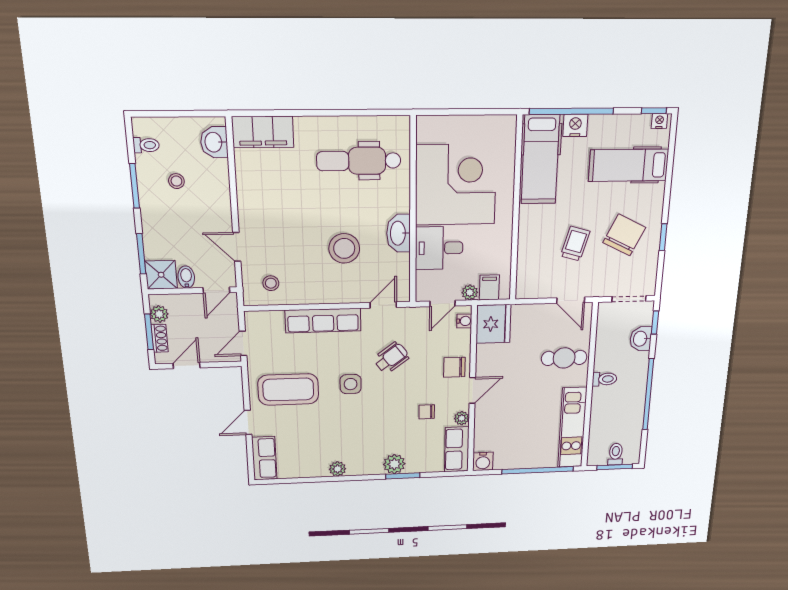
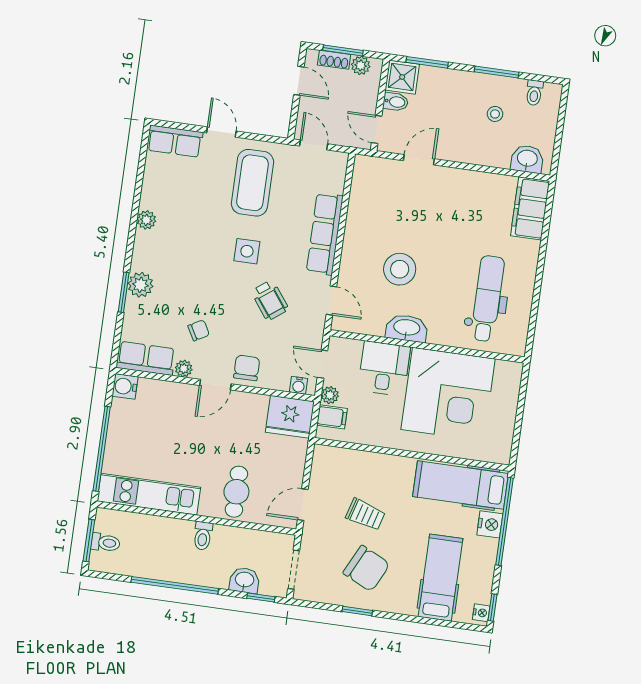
stool: (271, 283) -> (375, 187), removed
door: (472, 390) -> (215, 385), hinge flipped
chair: (427, 412) -> (199, 330), turned 61

